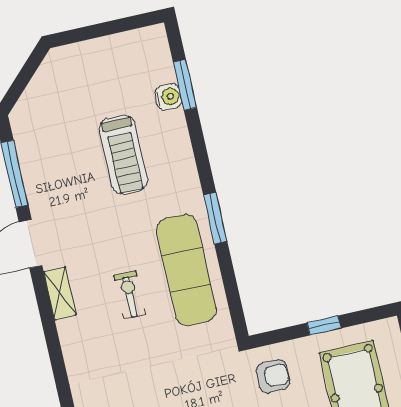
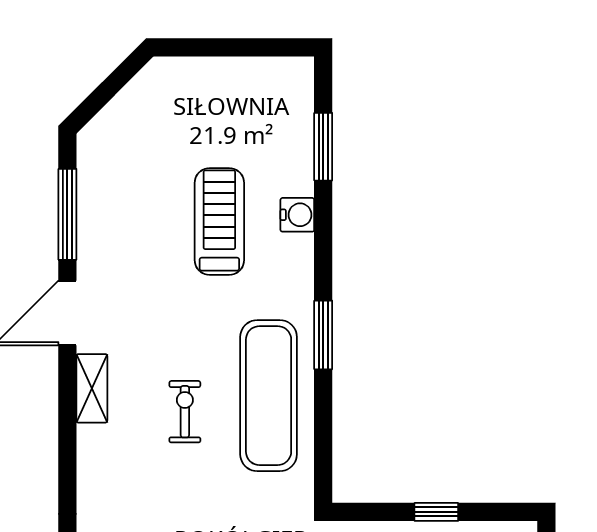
water cooler: (168, 97) -> (297, 215), moved
treadmill: (123, 155) -> (219, 221), turned 180

